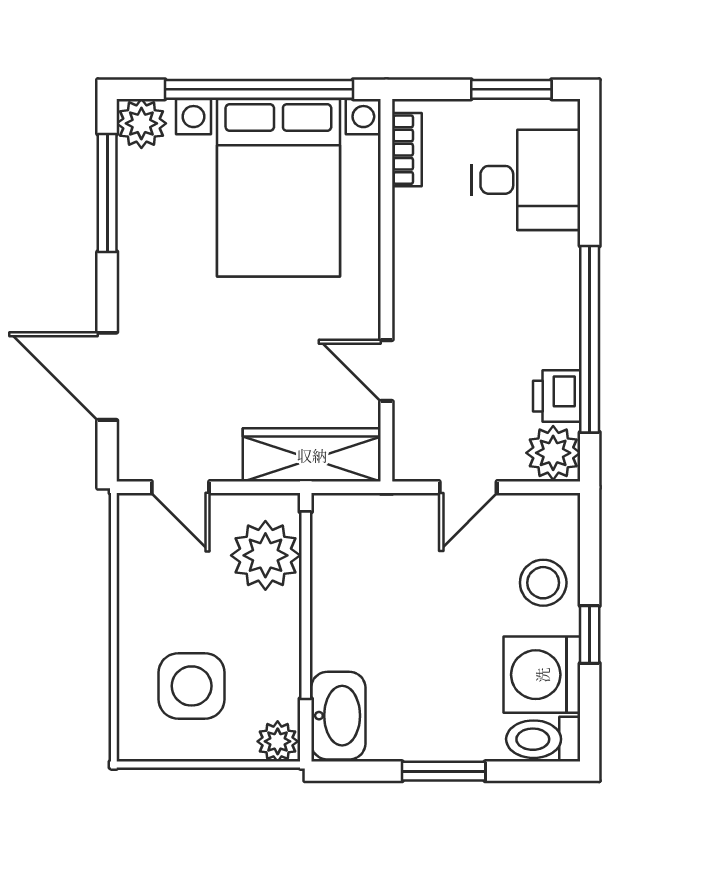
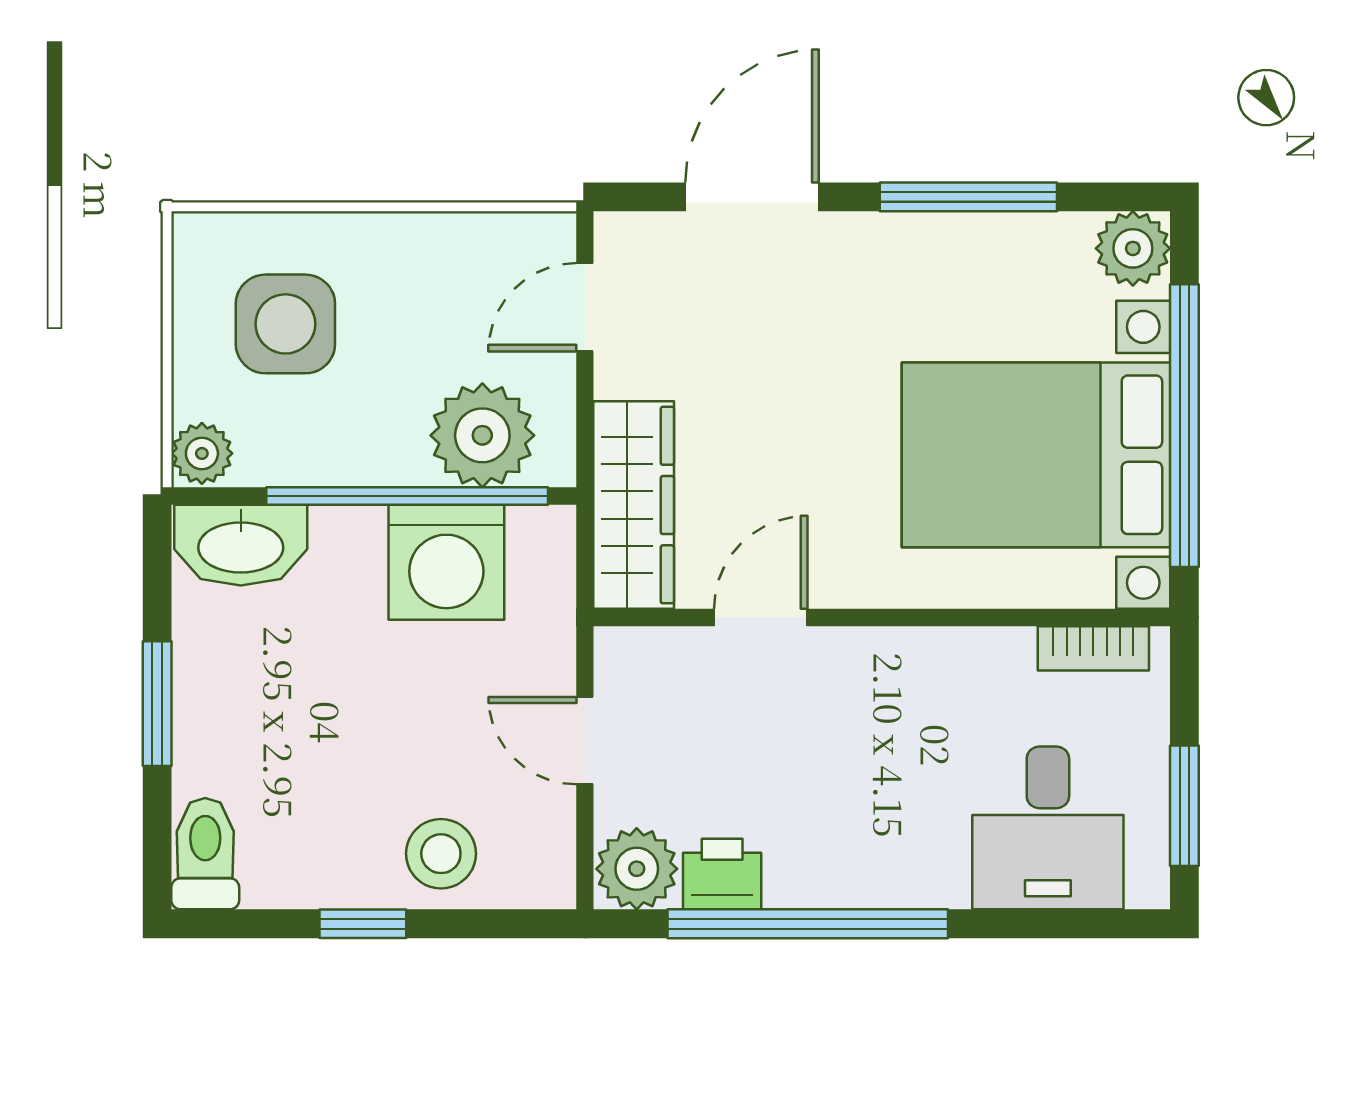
window: (107, 193) -> (968, 197), moved
washing machine: (542, 675) -> (446, 562), moved, turned 180

